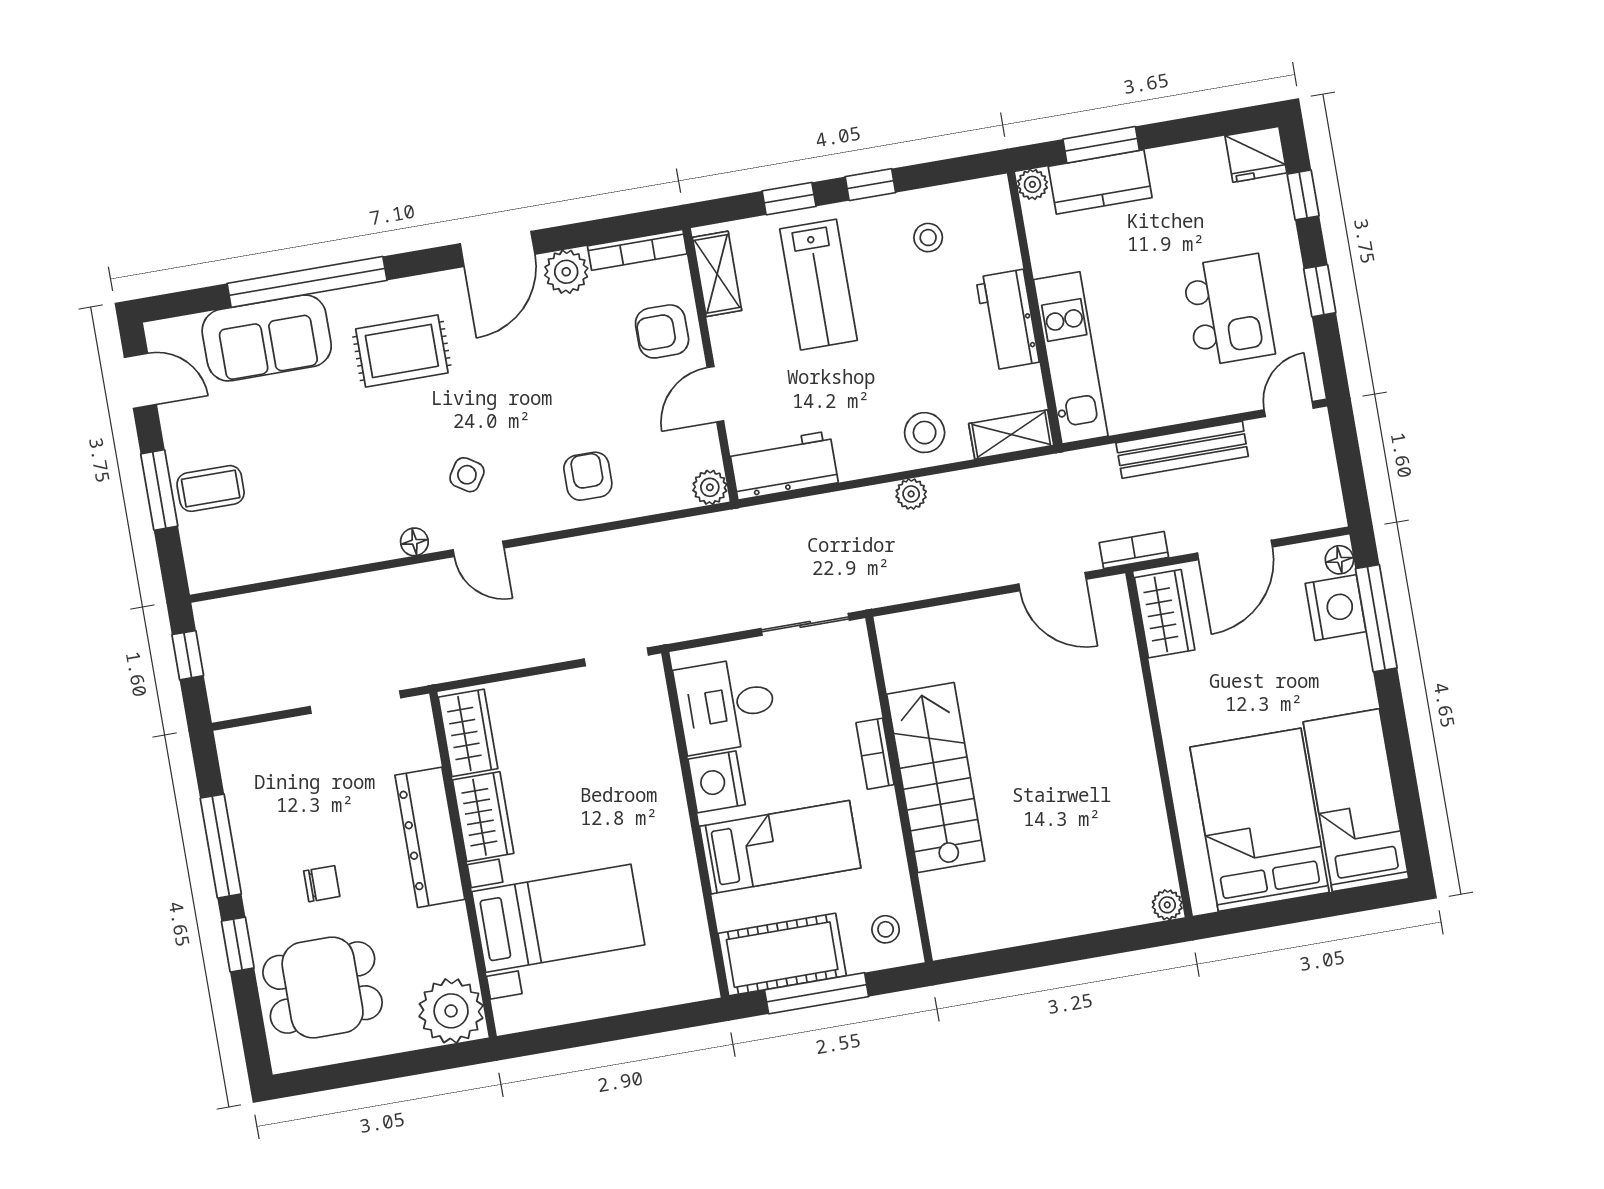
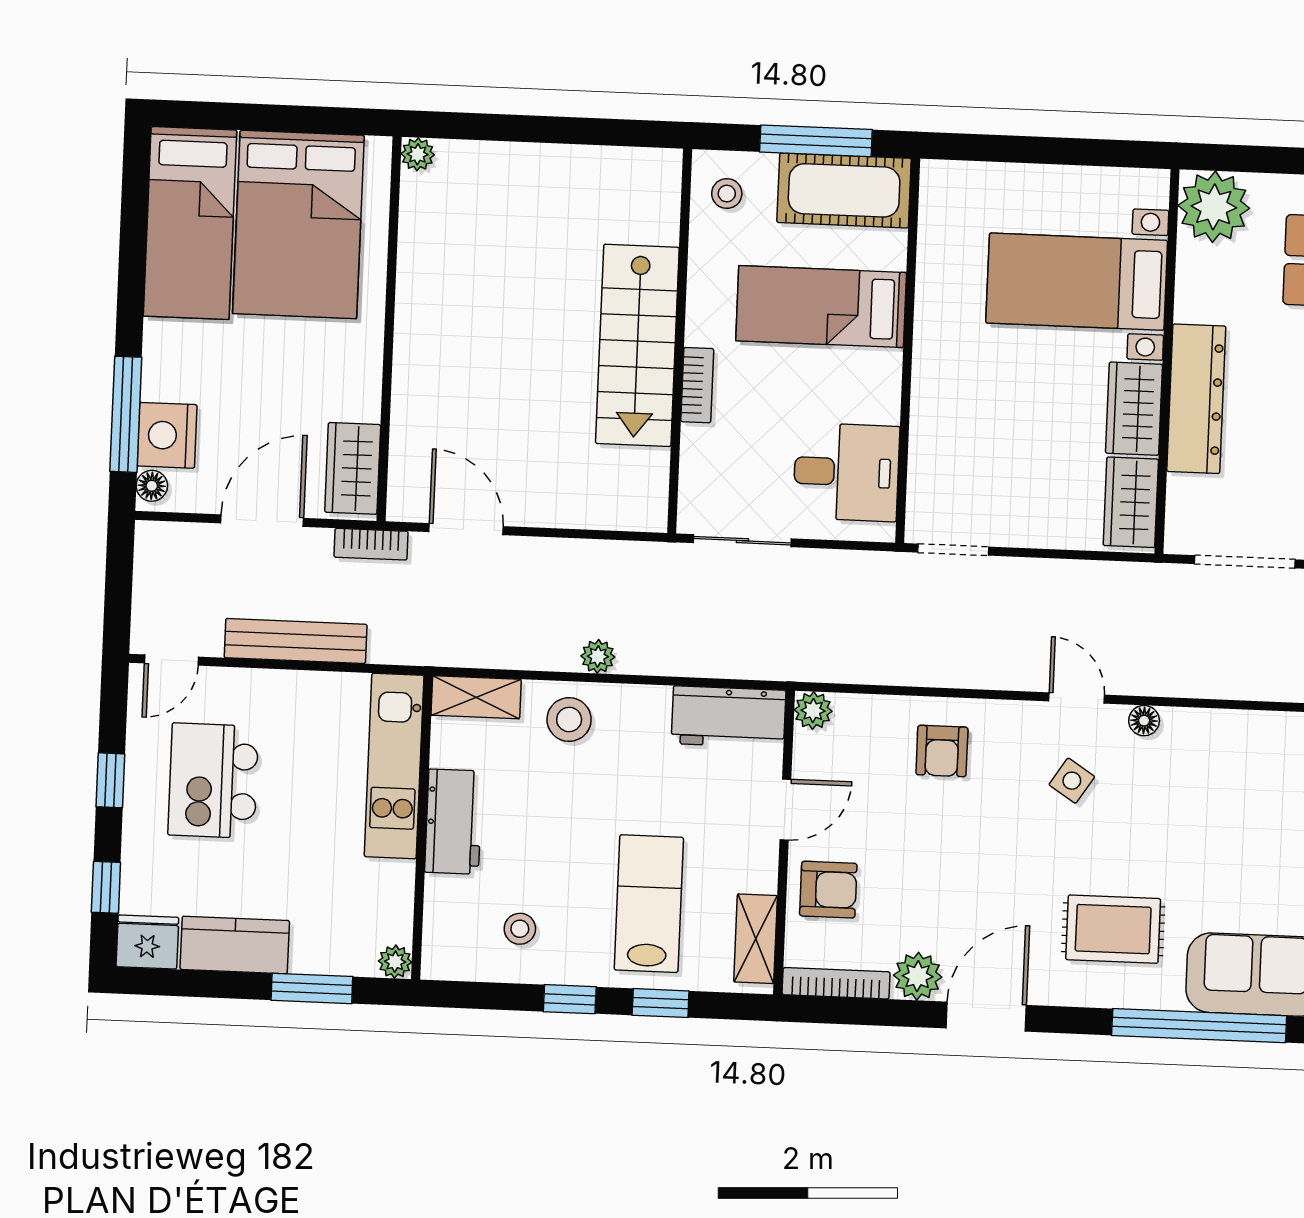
kitchen counter: (1100, 182) -> (235, 945), moved
nightstand: (717, 782) -> (875, 392), removed

